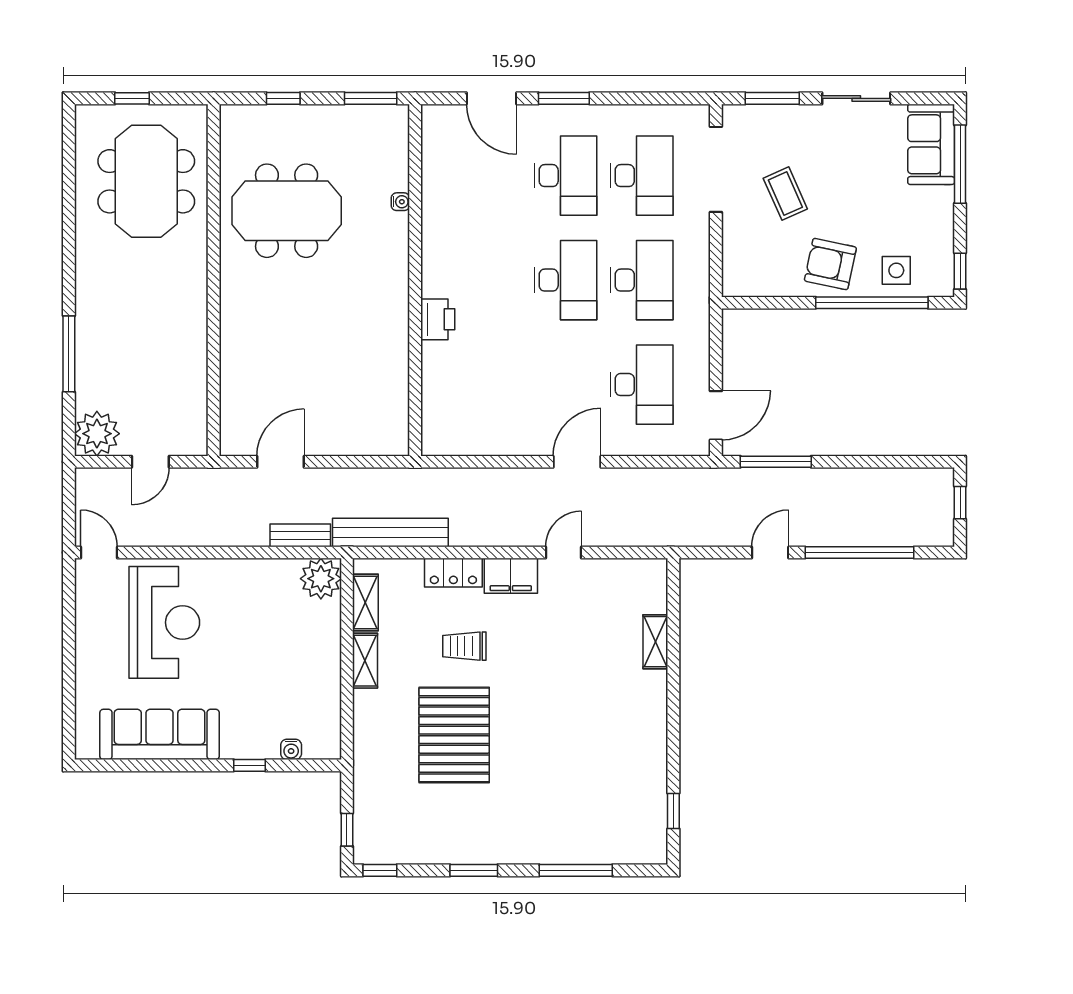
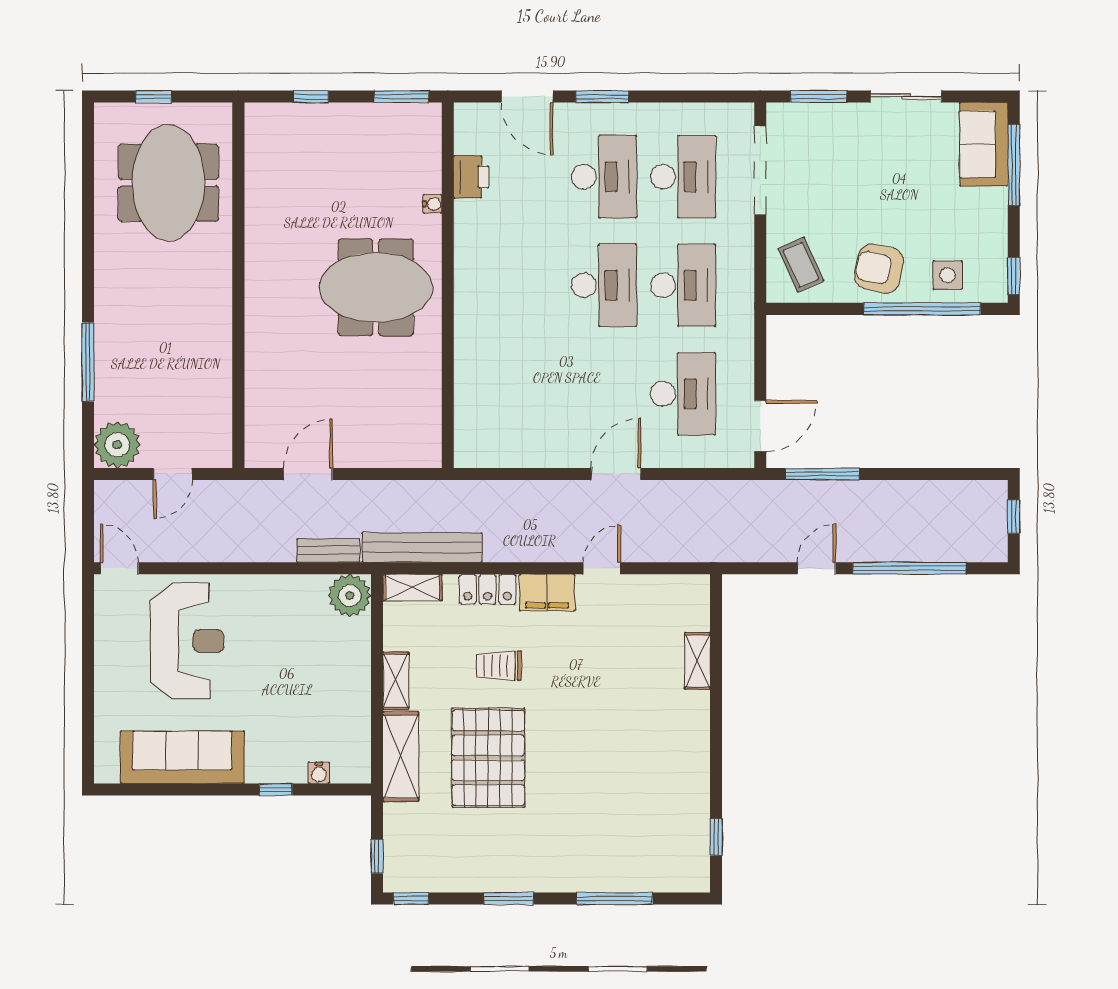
coffee table: (785, 194) -> (801, 265), moved
meeting table: (287, 211) -> (376, 287), moved
printer: (438, 319) -> (471, 177), moved
shelving: (365, 602) -> (412, 587), moved, turned 90
shelving: (370, 734) -> (401, 756), added

